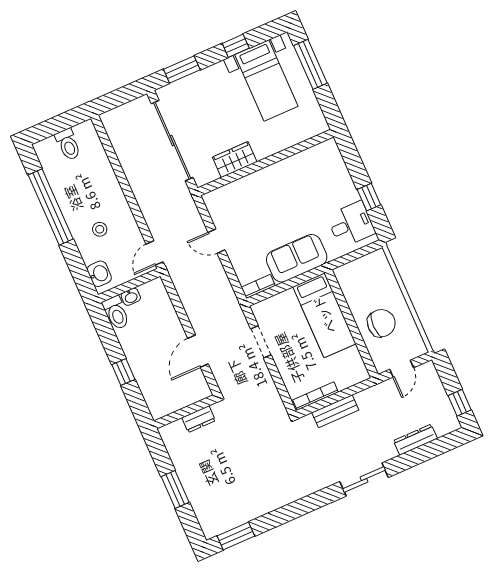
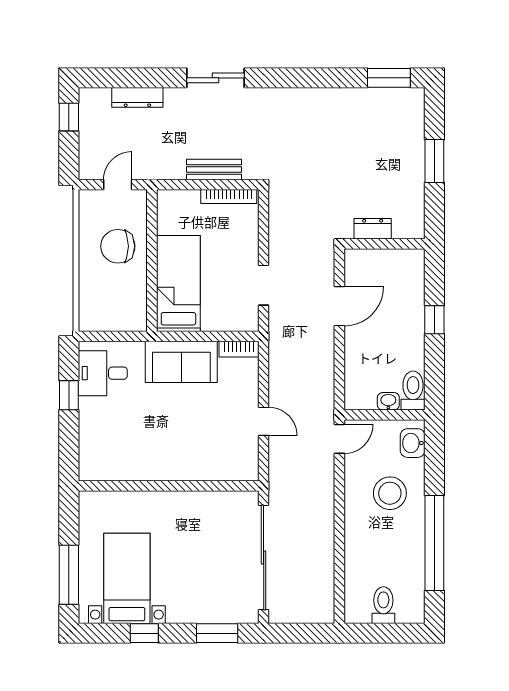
wardrobe: (235, 160) -> (202, 505), removed
stool: (100, 229) -> (390, 493), width x1.89, depth x1.89

